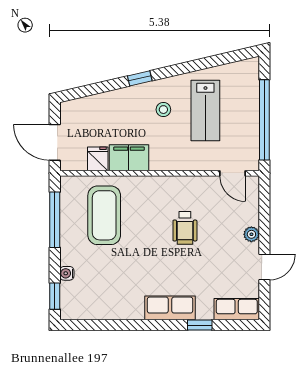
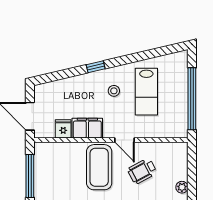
door: (233, 173) -> (125, 140), moved
coffee table: (104, 215) -> (99, 167), moved
wheelchair: (185, 228) -> (142, 171), moved, turned 62

